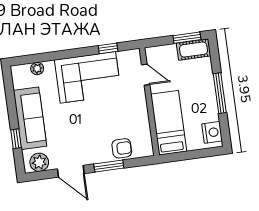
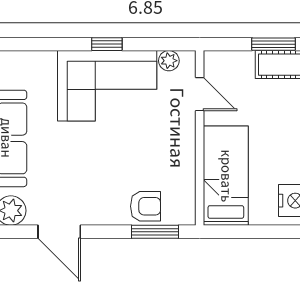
window: (108, 48) -> (107, 44), moved
plant: (37, 69) -> (169, 61), moved
window: (109, 166) -> (155, 232), moved

